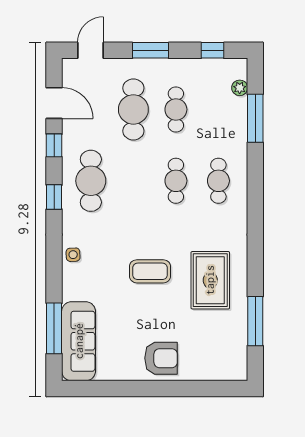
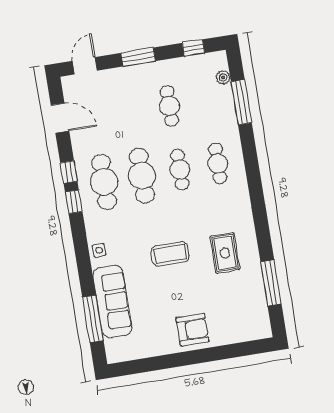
cafe table: (133, 109) -> (142, 176), moved
window: (54, 145) -> (69, 172), moved
rug: (210, 280) -> (225, 253), width x0.73, depth x0.70
sofa: (79, 341) -> (112, 302), moved

